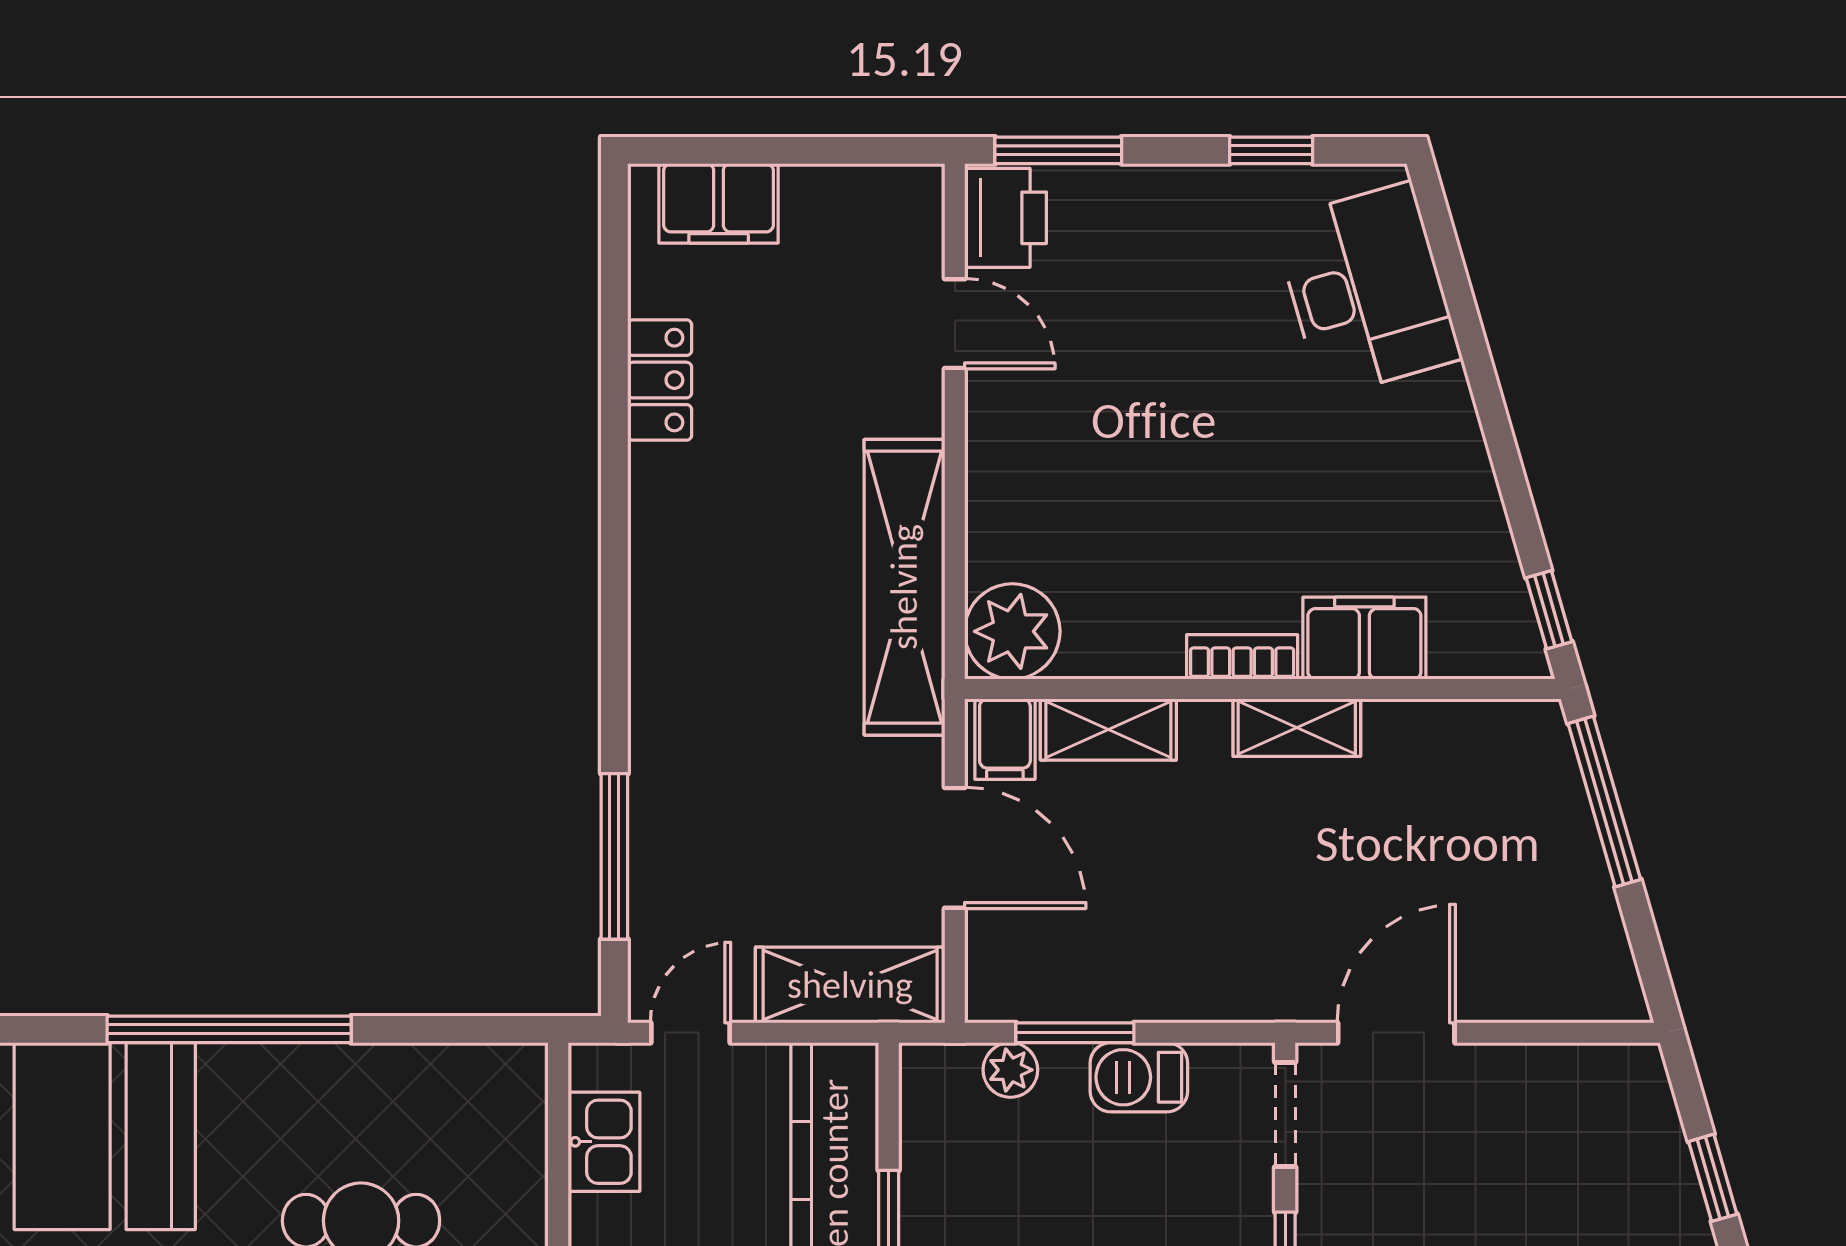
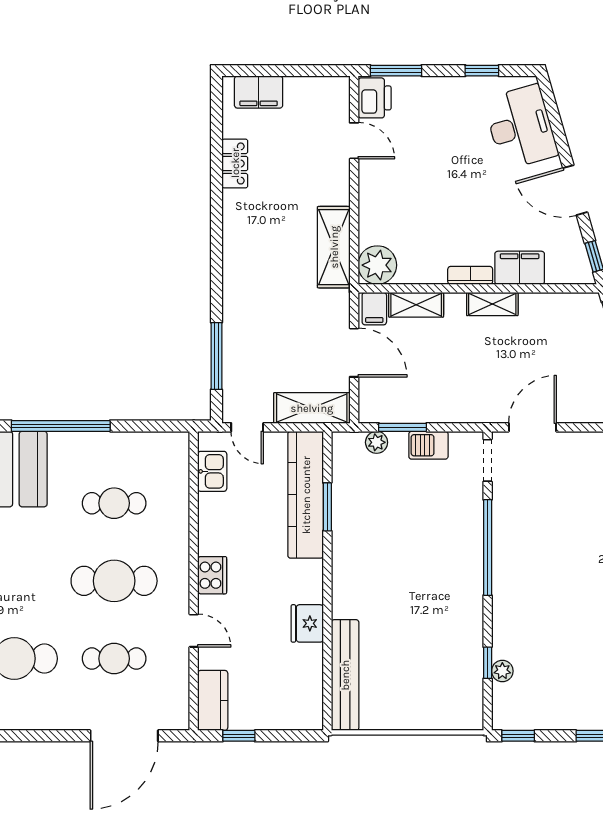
door: (1502, 446) -> (575, 190), added
shelving: (904, 587) -> (334, 247), width x0.68
door: (690, 1033) -> (247, 427), swing flipped

